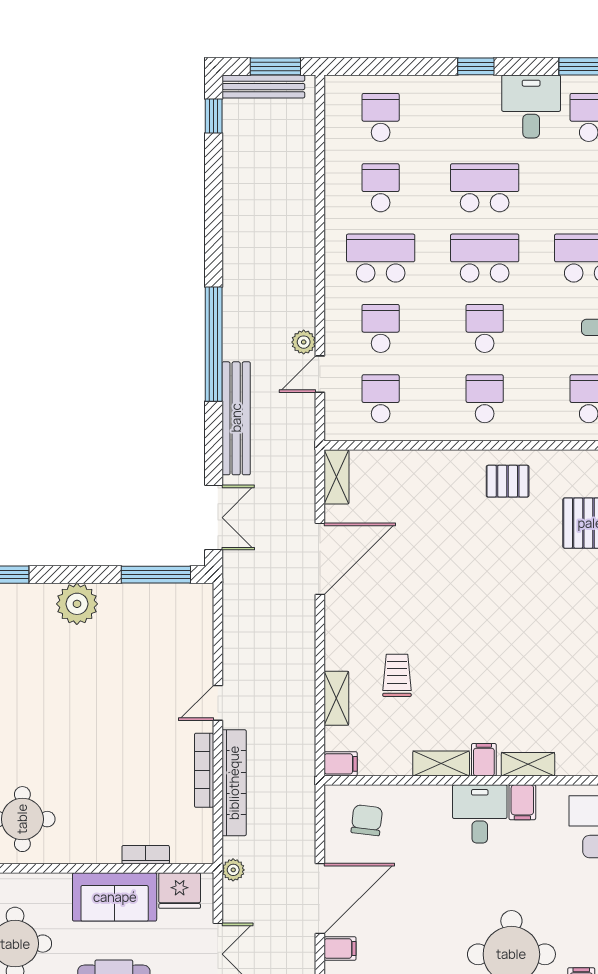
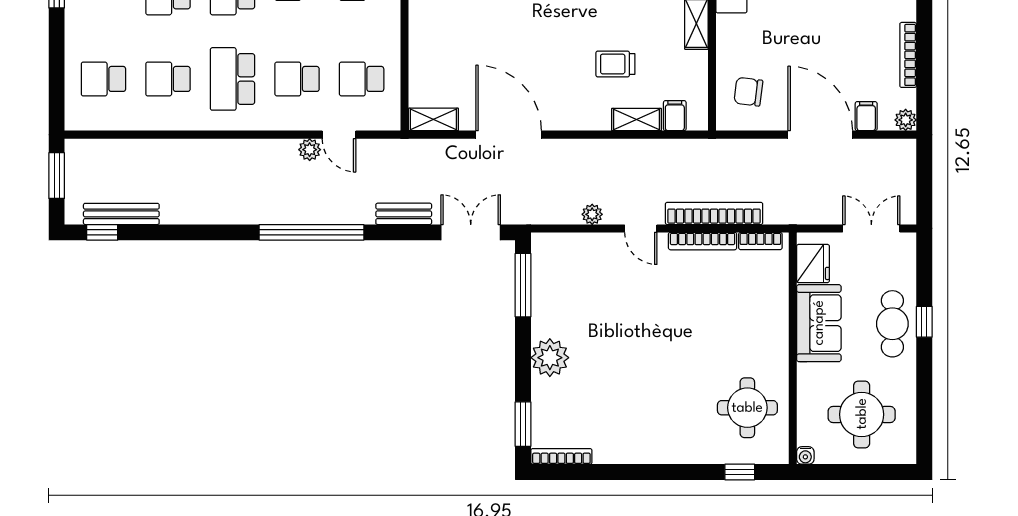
bench: (263, 87) -> (121, 214), moved, turned 90
bench: (236, 418) -> (404, 214), width x0.54, depth x0.82
filing cabinet: (341, 764) -> (675, 116), moved
bookcase: (146, 855) -> (760, 241), moved, turned -90
plant: (233, 870) -> (592, 214), moved

